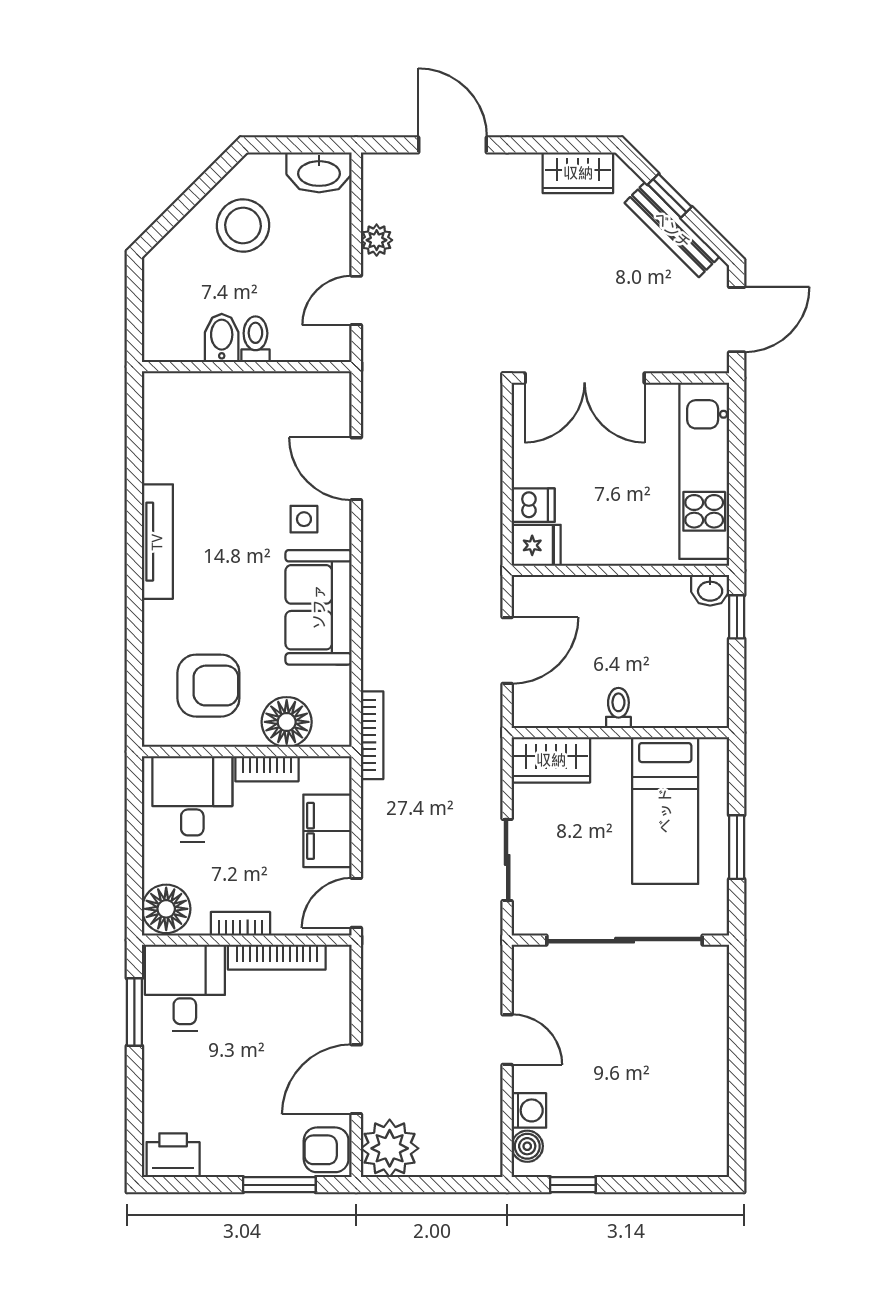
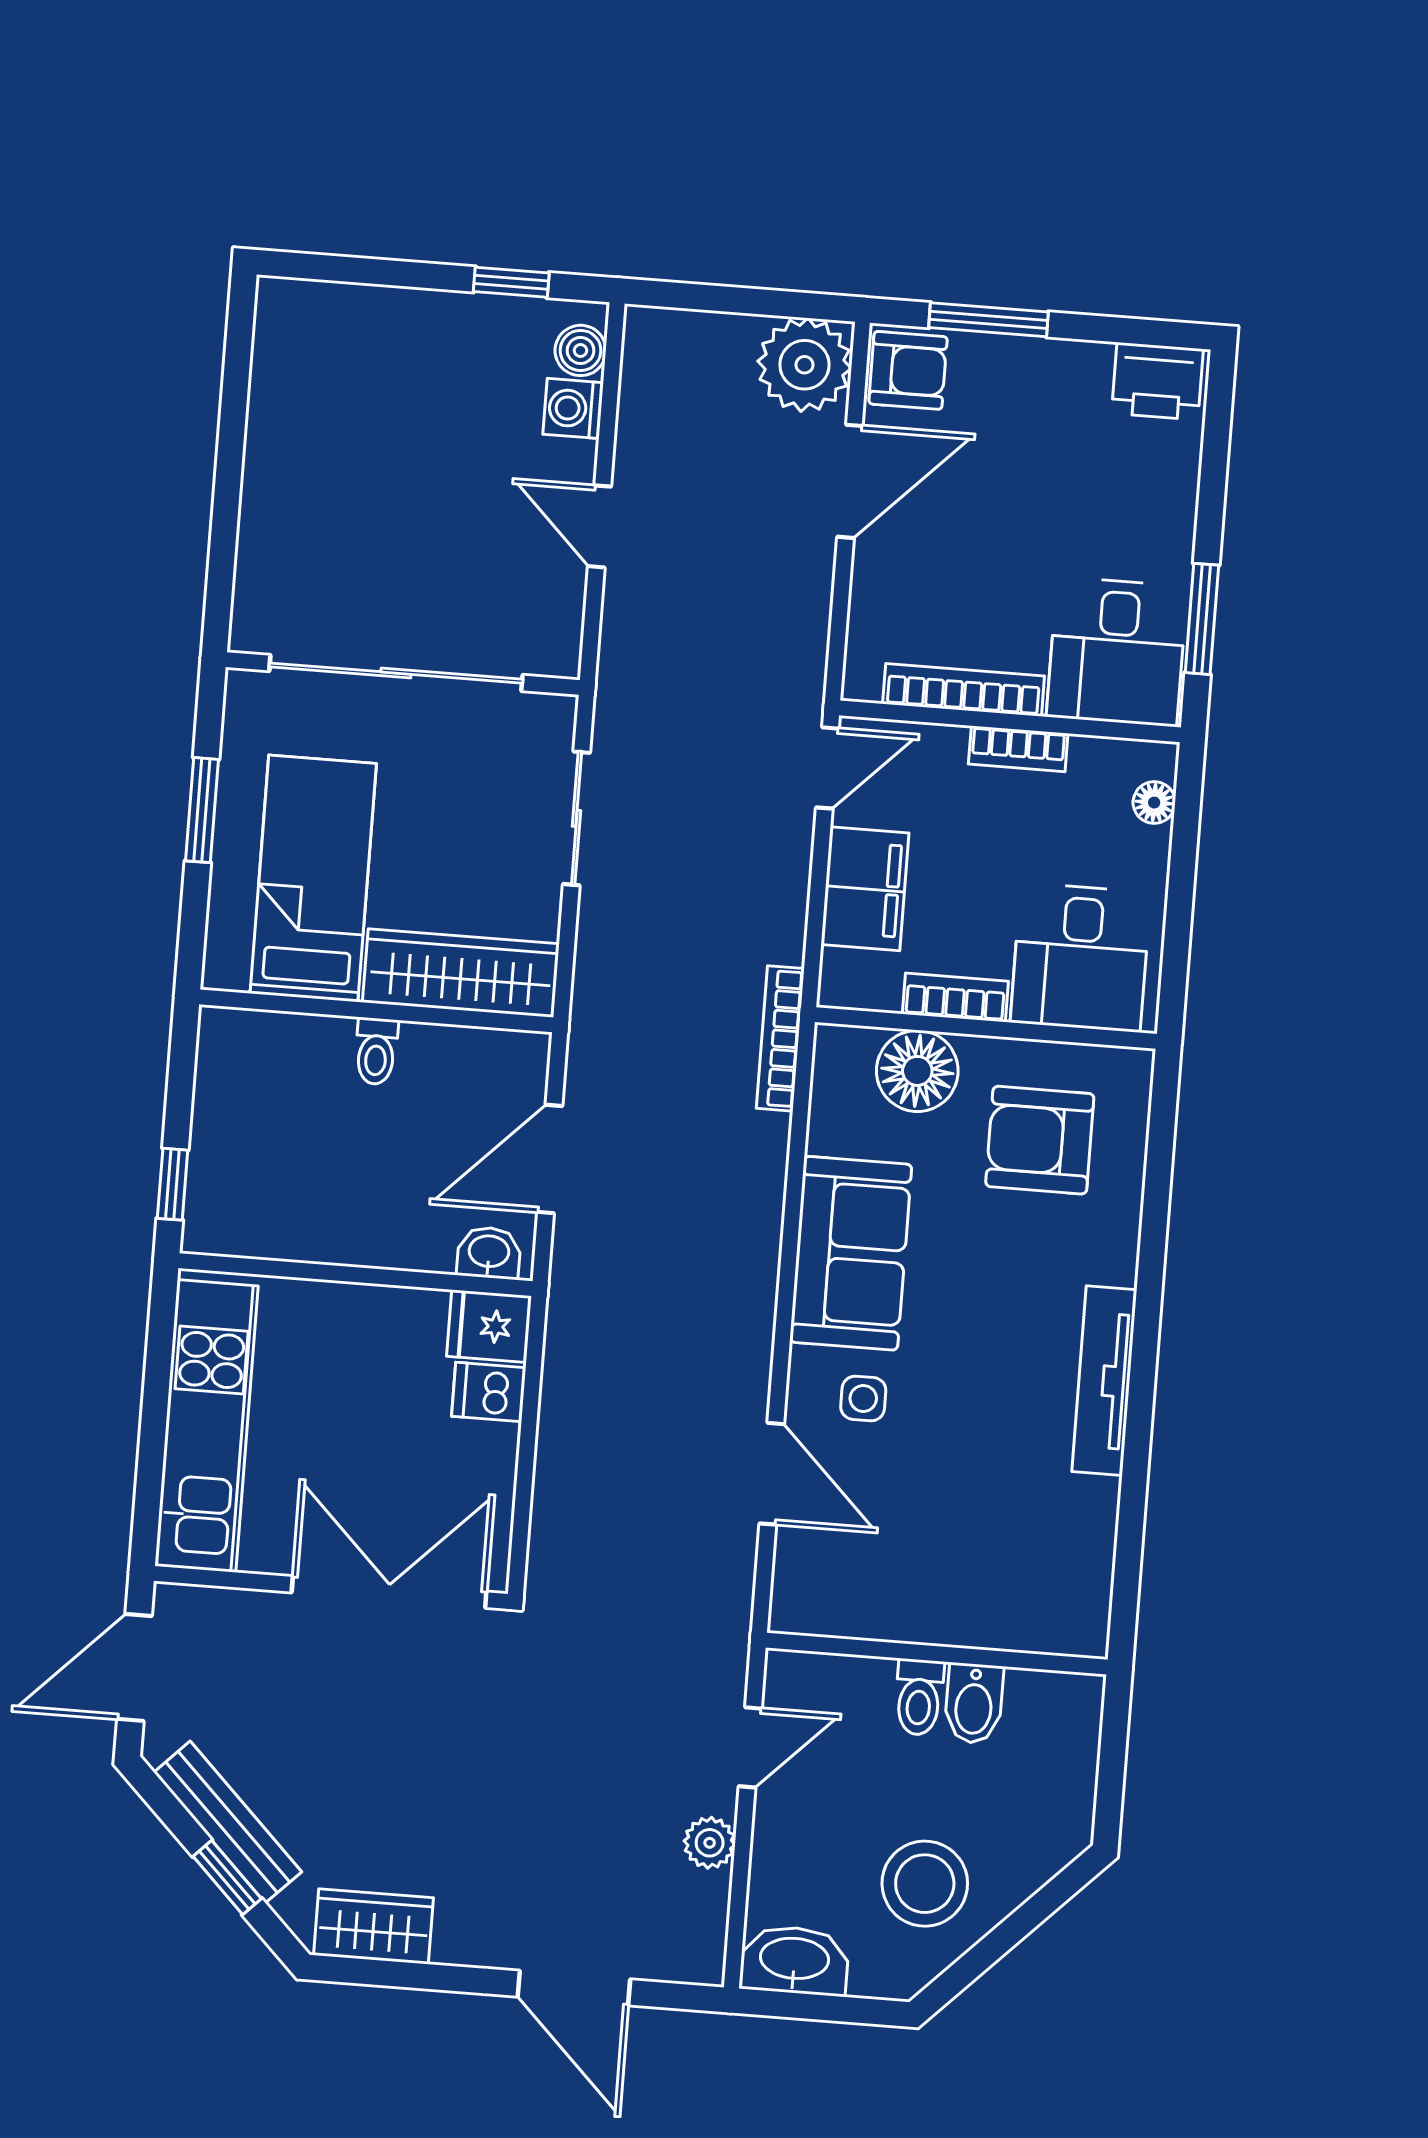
washbasin: (710, 590) -> (489, 1253), moved
wardrobe: (551, 760) -> (461, 973), width x1.50
floor lamp: (166, 909) -> (1154, 803), width x0.53, depth x0.53

